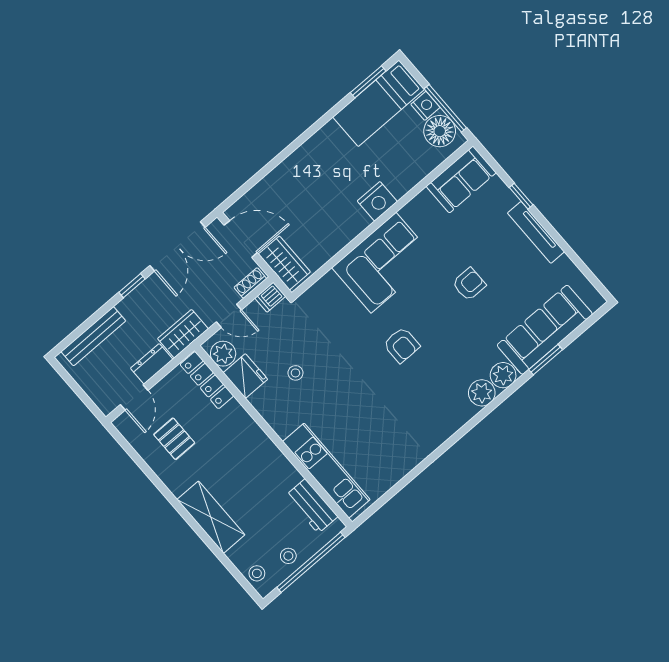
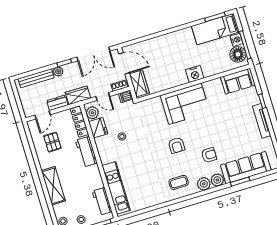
armchair: (469, 284) -> (209, 155), moved
plant: (128, 306) -> (58, 71), added
coffee table: (435, 411) -> (179, 182), added
workbench: (243, 429) -> (86, 152), added

